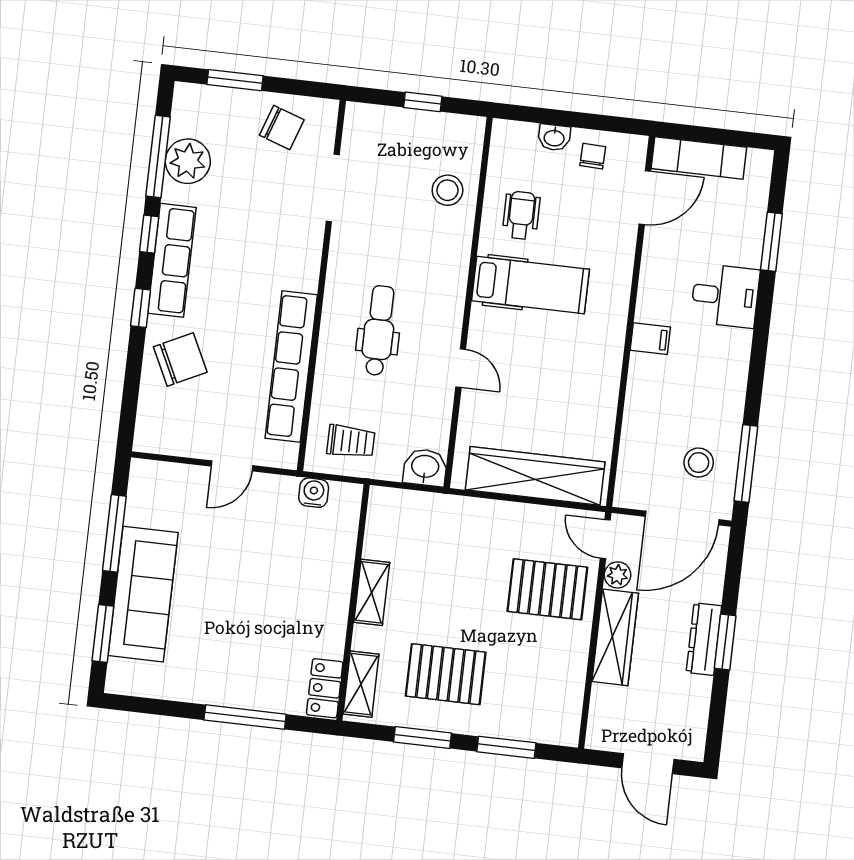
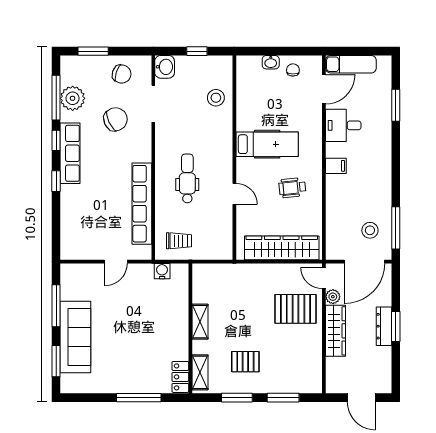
wheelchair: (521, 215) -> (292, 188), moved, turned -96
desk: (725, 296) -> (343, 125), moved, turned 180
chair: (180, 359) -> (116, 119), moved
washbasin: (425, 467) -> (165, 67), moved, turned 90
pallet: (446, 674) -> (245, 362), width x0.67, depth x0.71

